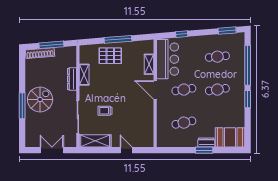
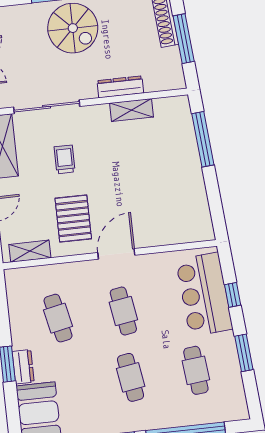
window: (227, 31) -> (244, 353), moved
window: (118, 39) -> (203, 139), moved
pallet: (110, 56) -> (73, 219), moved
bar counter: (168, 59) -> (204, 294), moved, turned 85
shelving: (149, 64) -> (30, 251), moved

